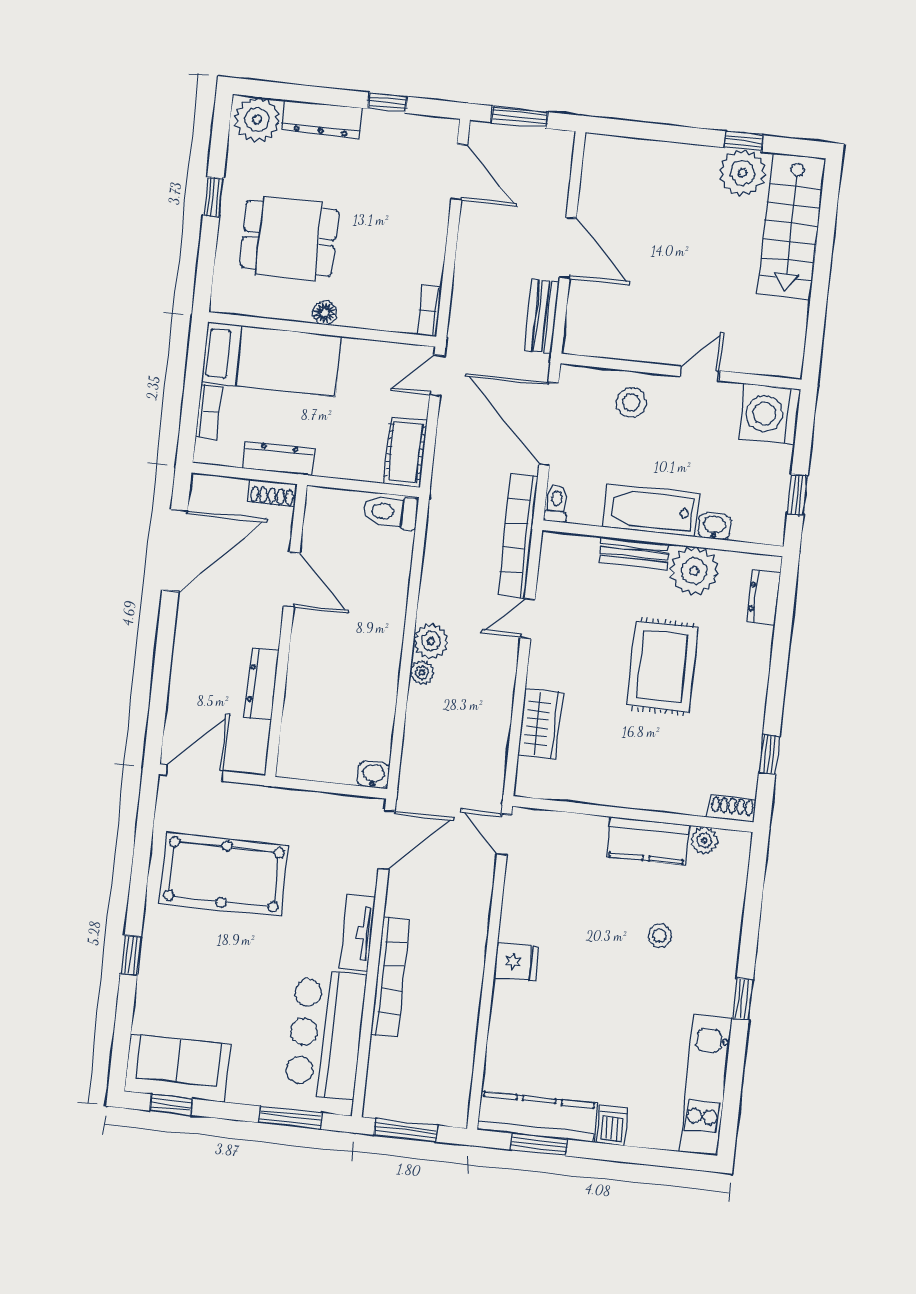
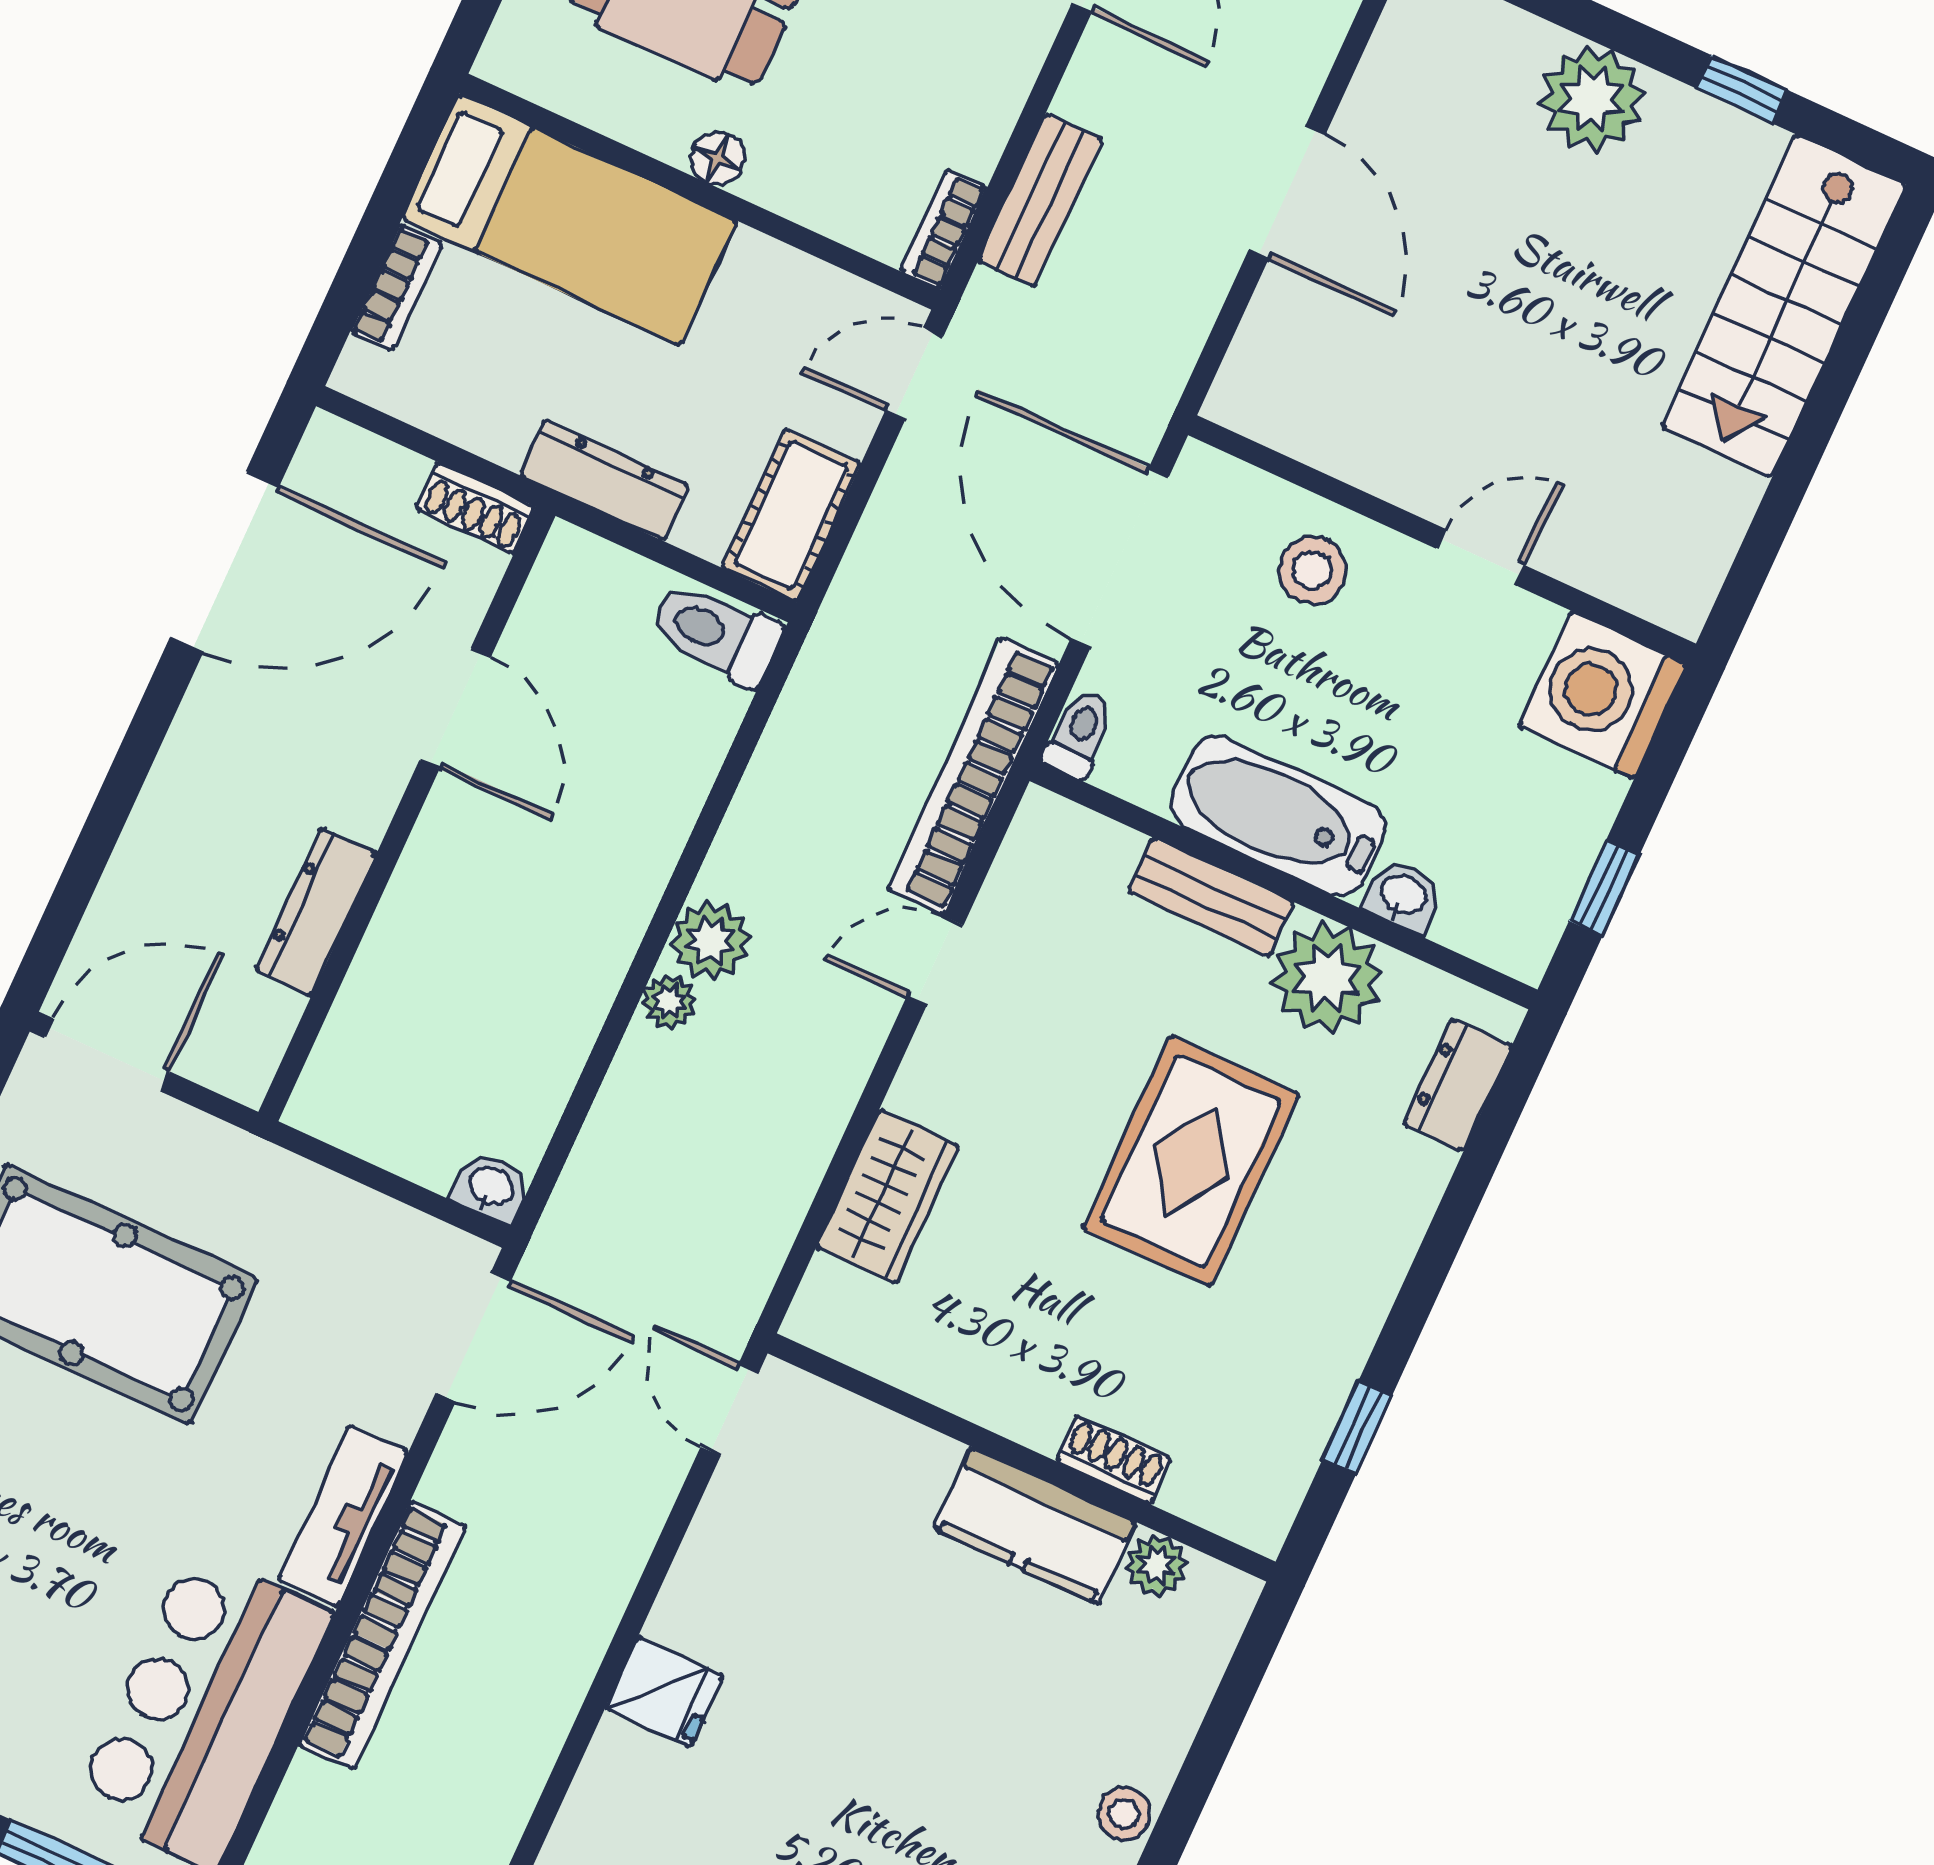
plant: (742, 173) -> (1592, 99), moved
bench: (542, 316) -> (1040, 200), moved
dresser: (278, 458) -> (605, 480), moved
shoe rack: (732, 809) -> (1113, 1460), moved
stool: (660, 936) -> (1124, 1814), moved

